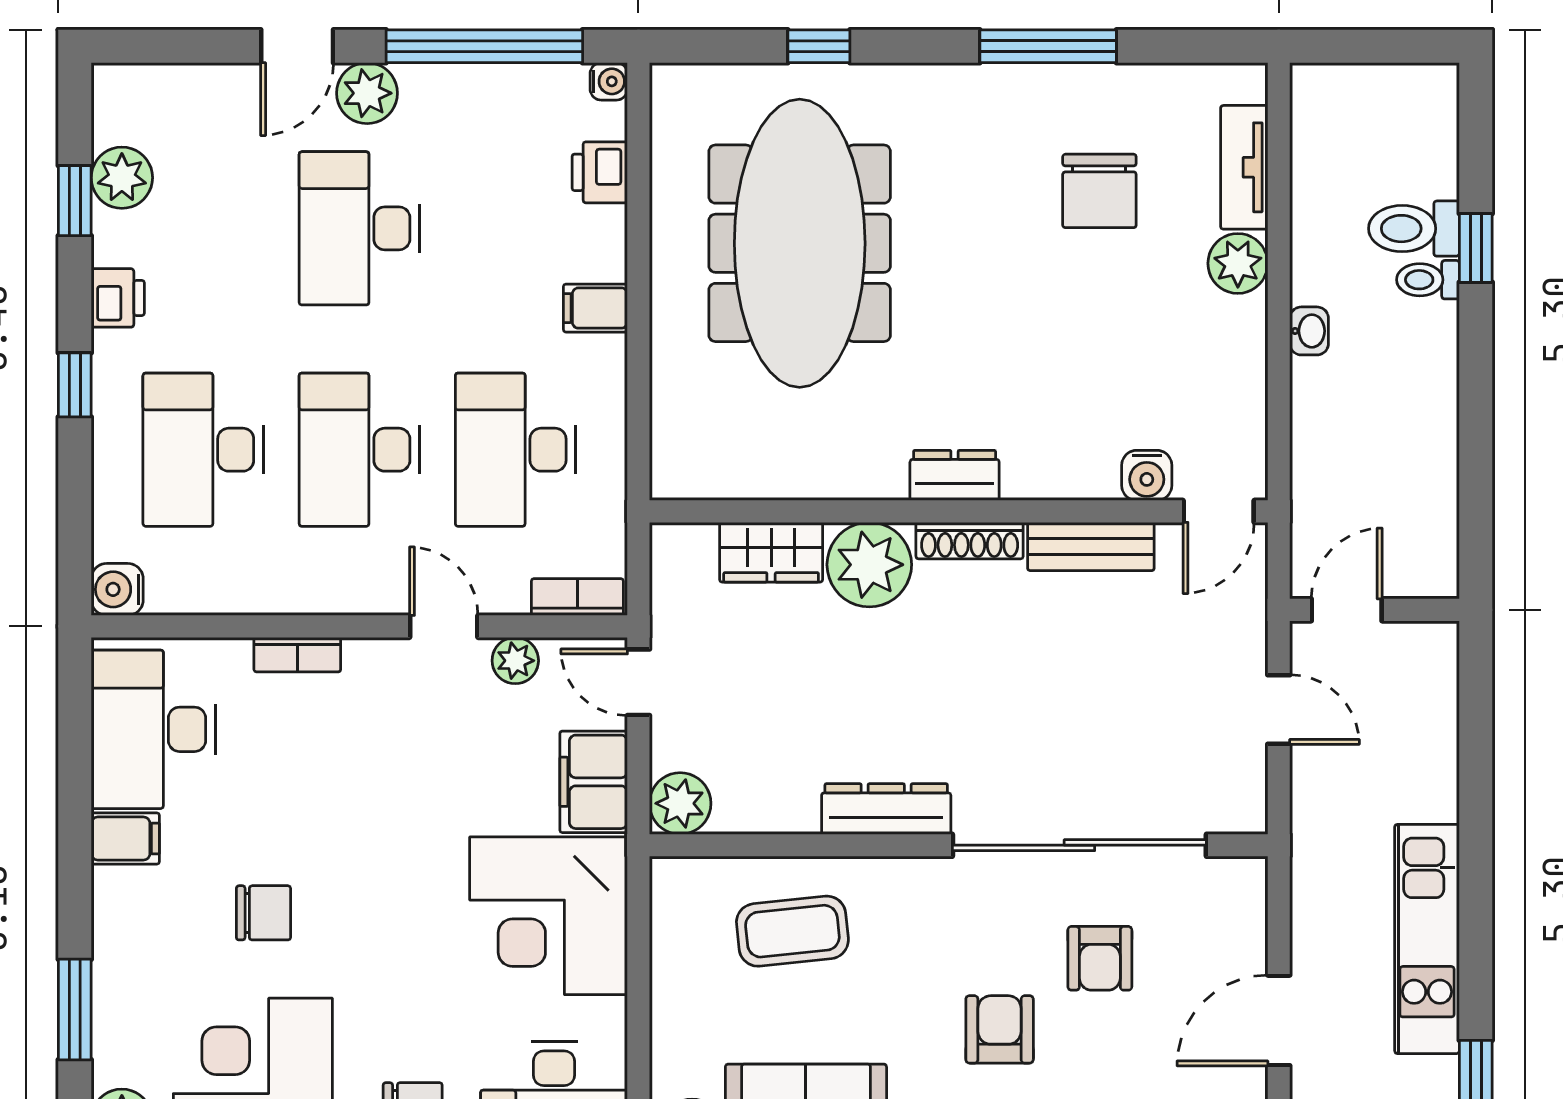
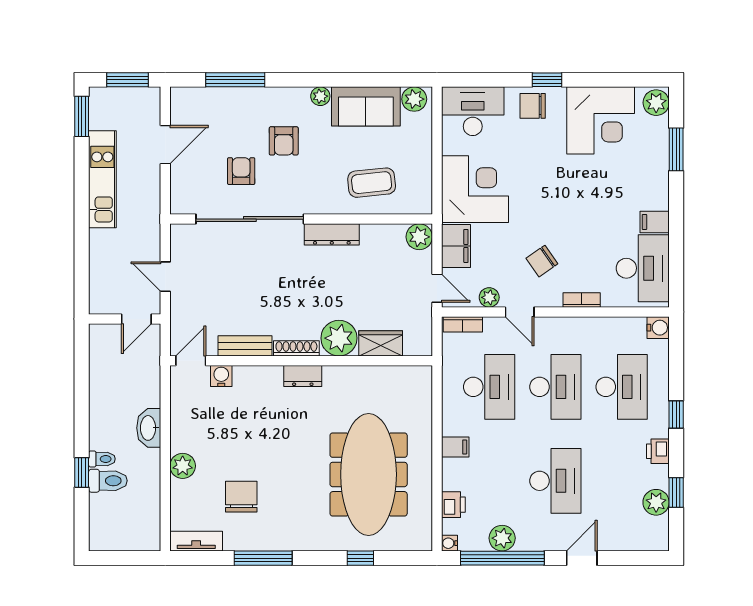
plant: (367, 93) -> (502, 538), moved
tv unit: (1244, 167) -> (196, 541), moved, turned -90
washbasin: (1309, 331) -> (149, 428), width x1.91, depth x1.45
chair: (263, 913) -> (542, 261), moved, turned -35

